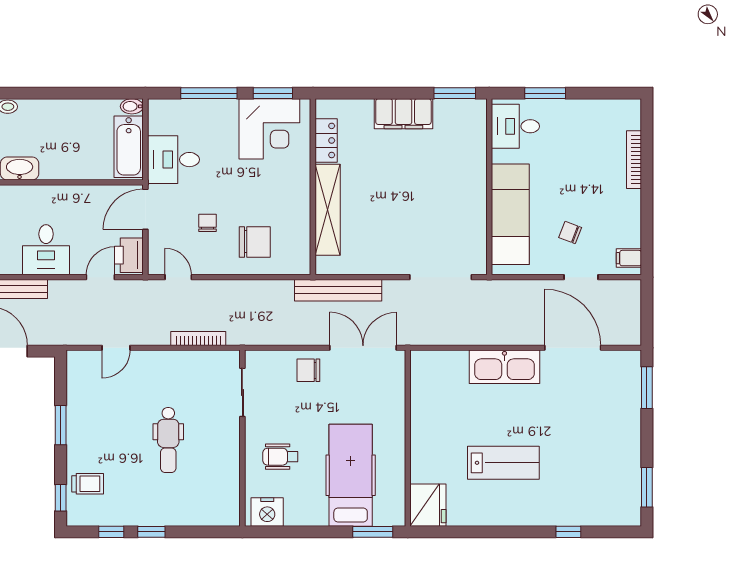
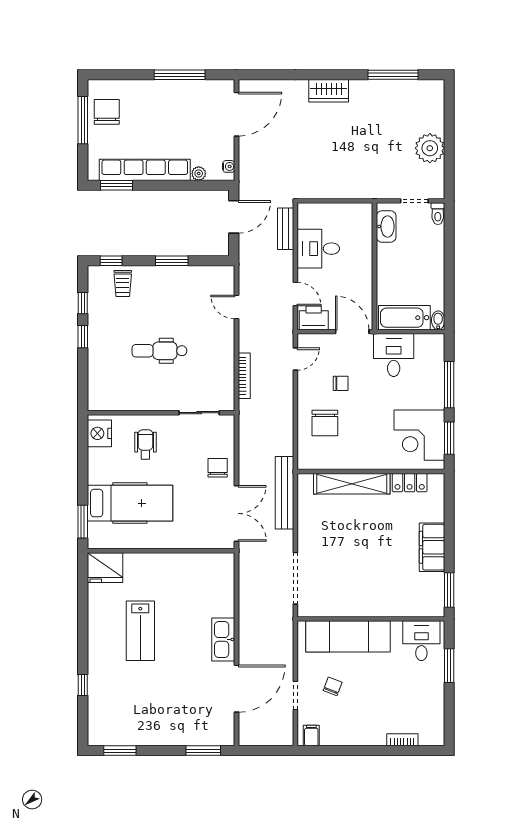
bookcase: (634, 160) -> (402, 740), width x0.64
kitchen sink: (504, 367) -> (223, 639), width x0.73, depth x0.81

